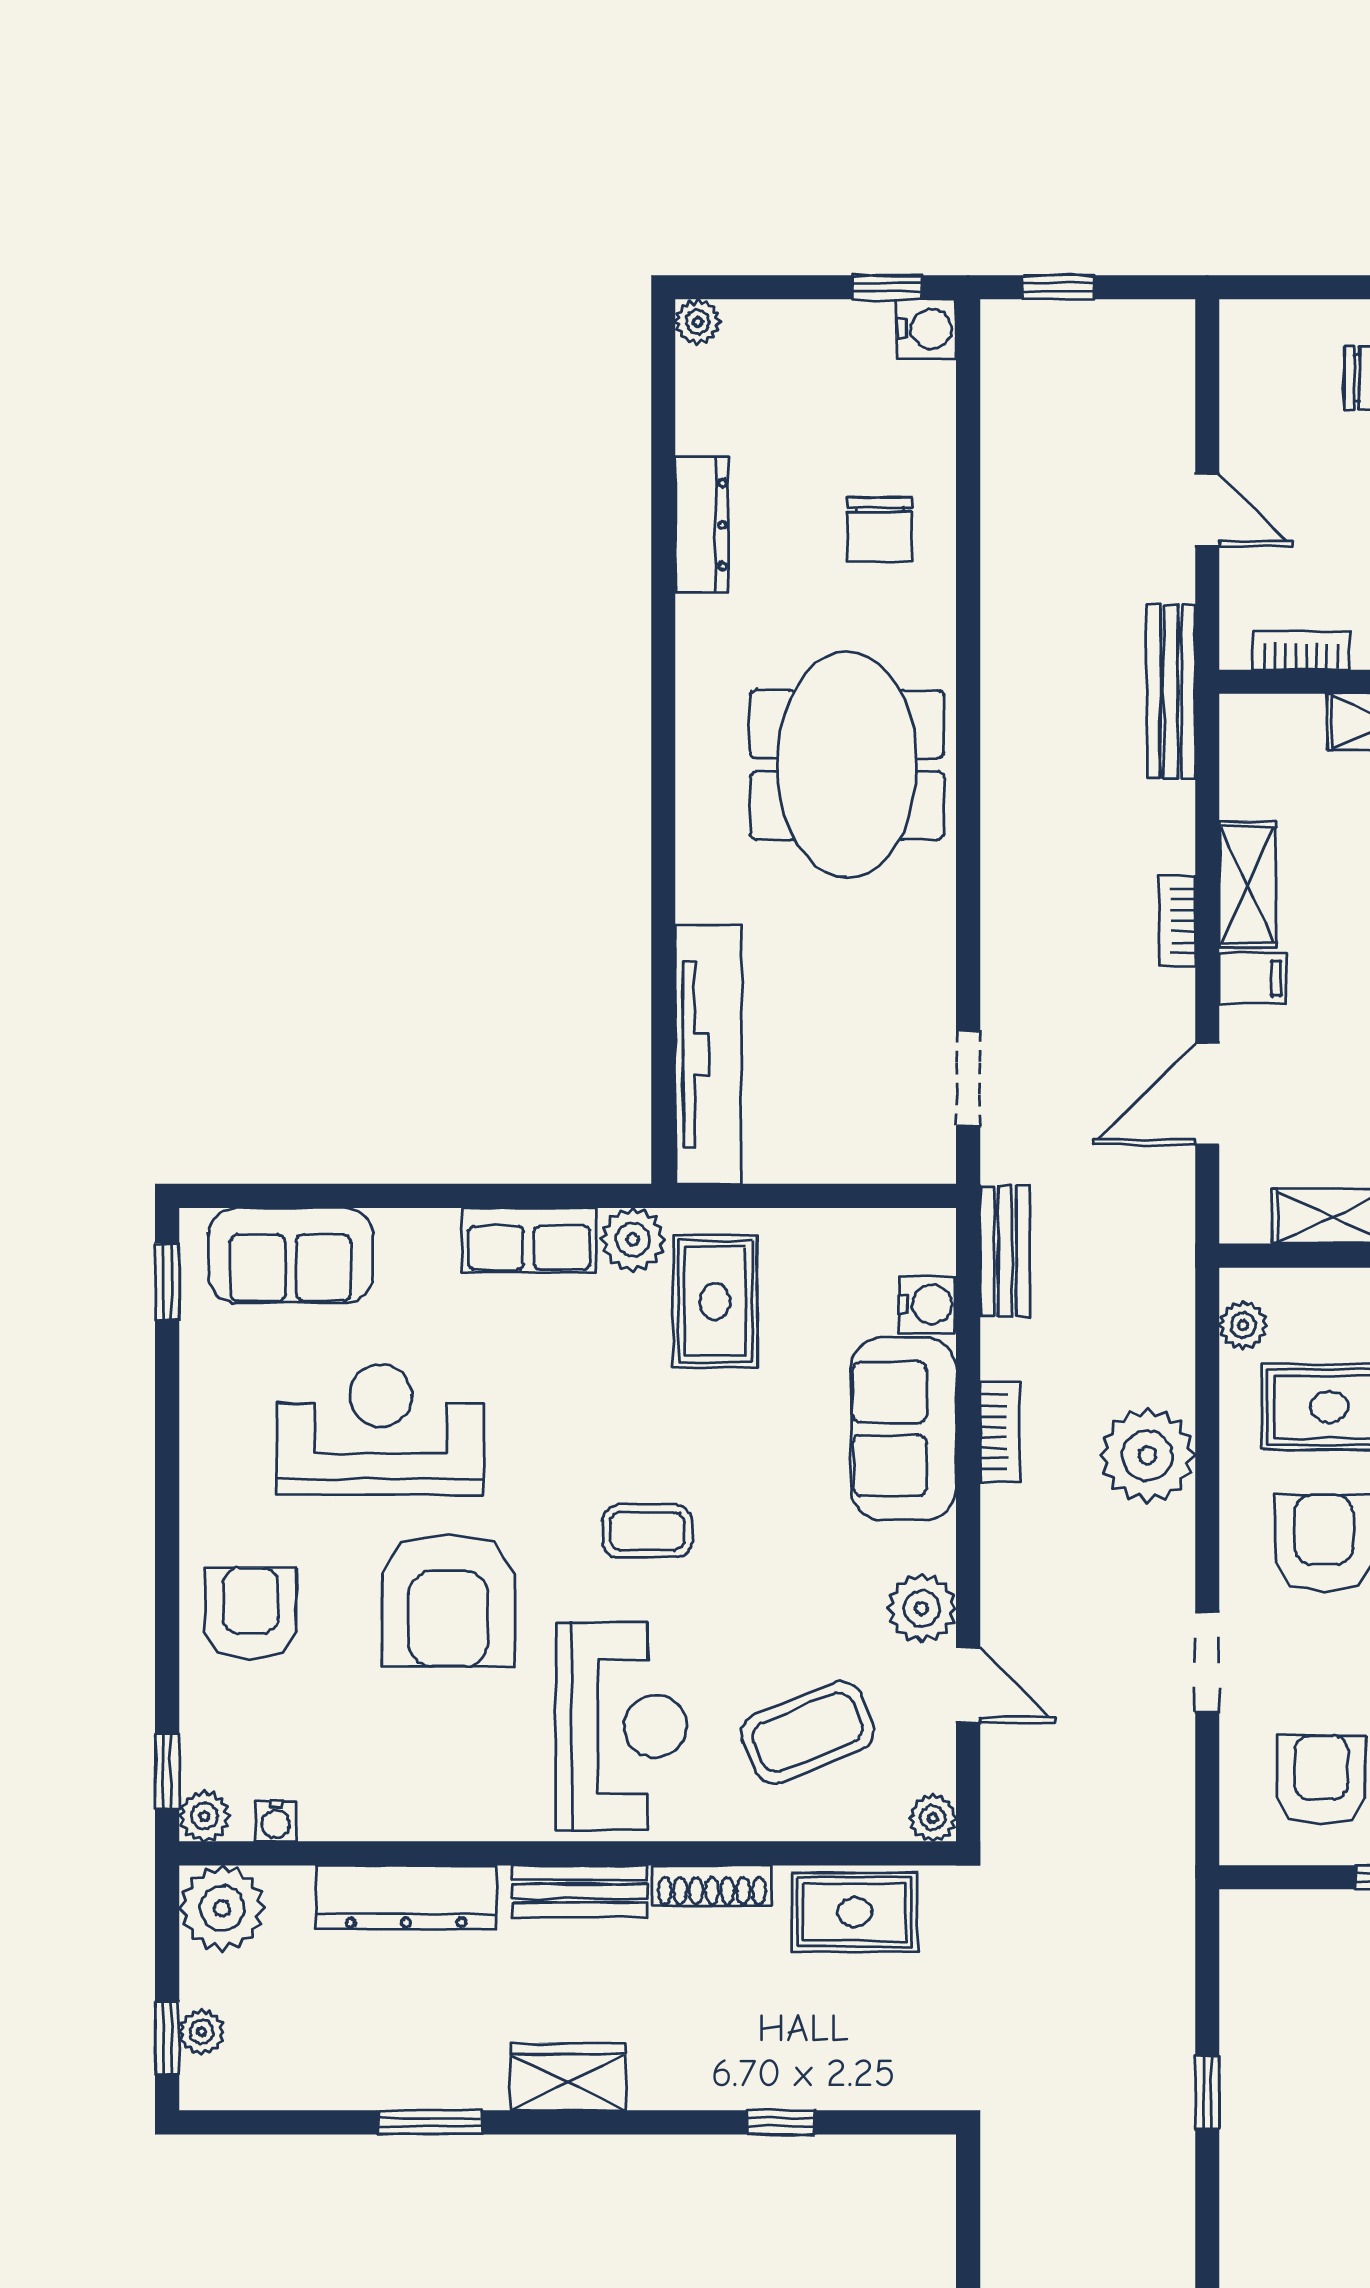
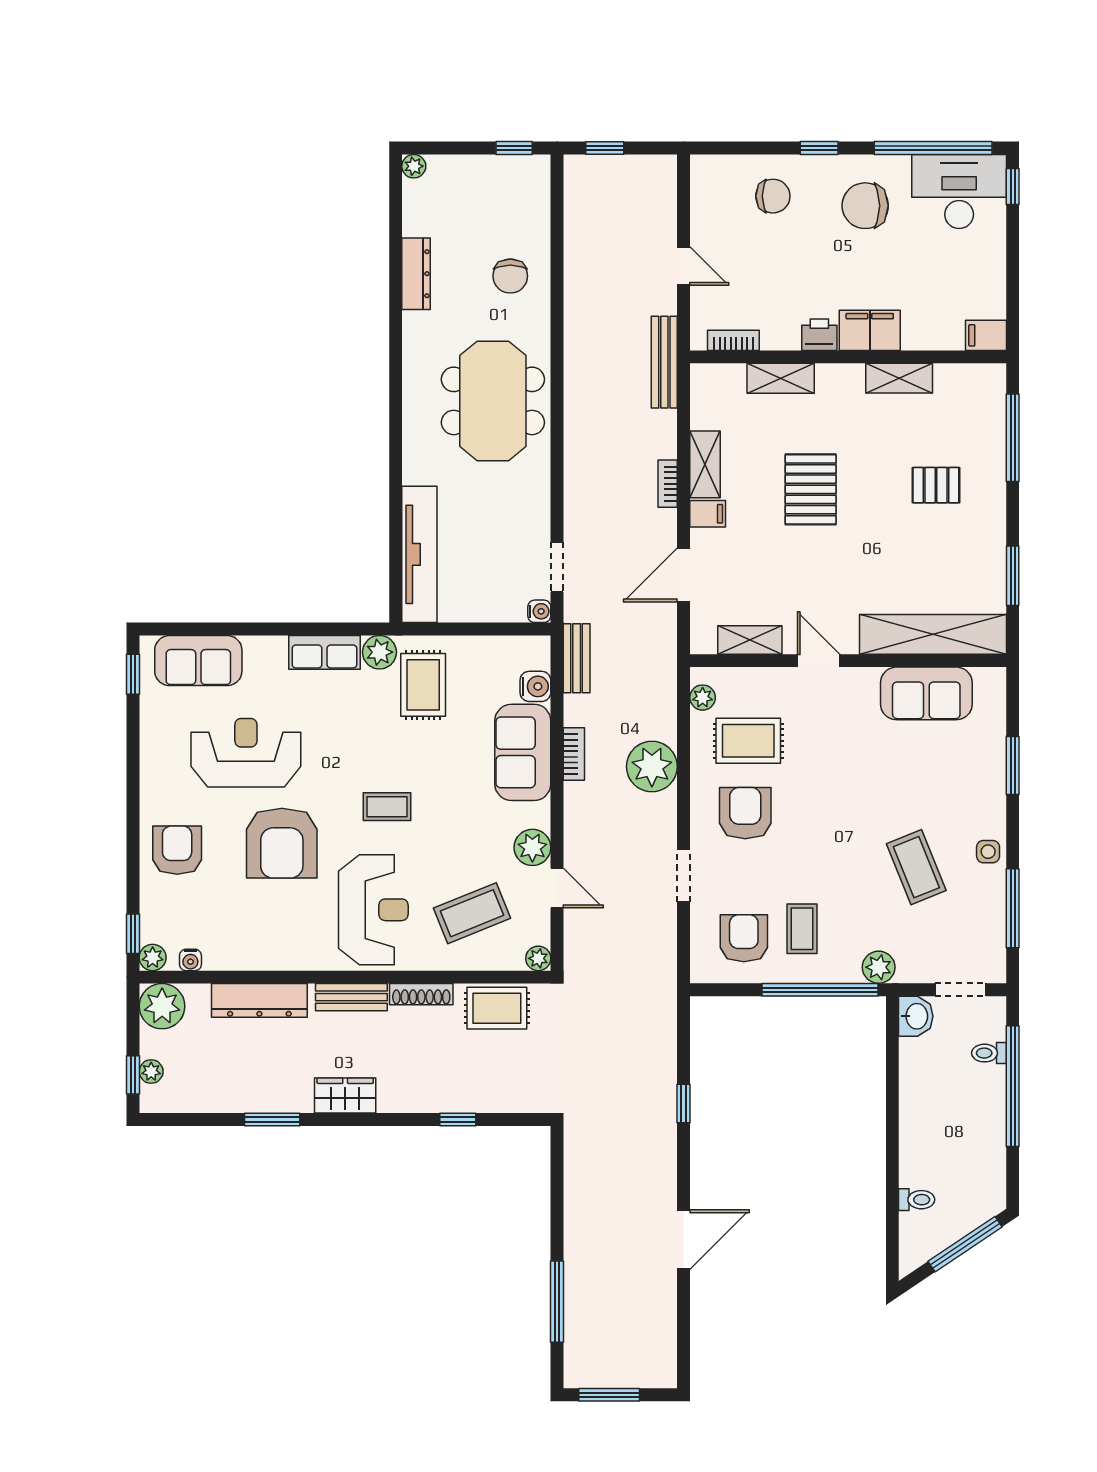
water cooler: (927, 329) -> (539, 611), moved, width x0.72, depth x0.72

